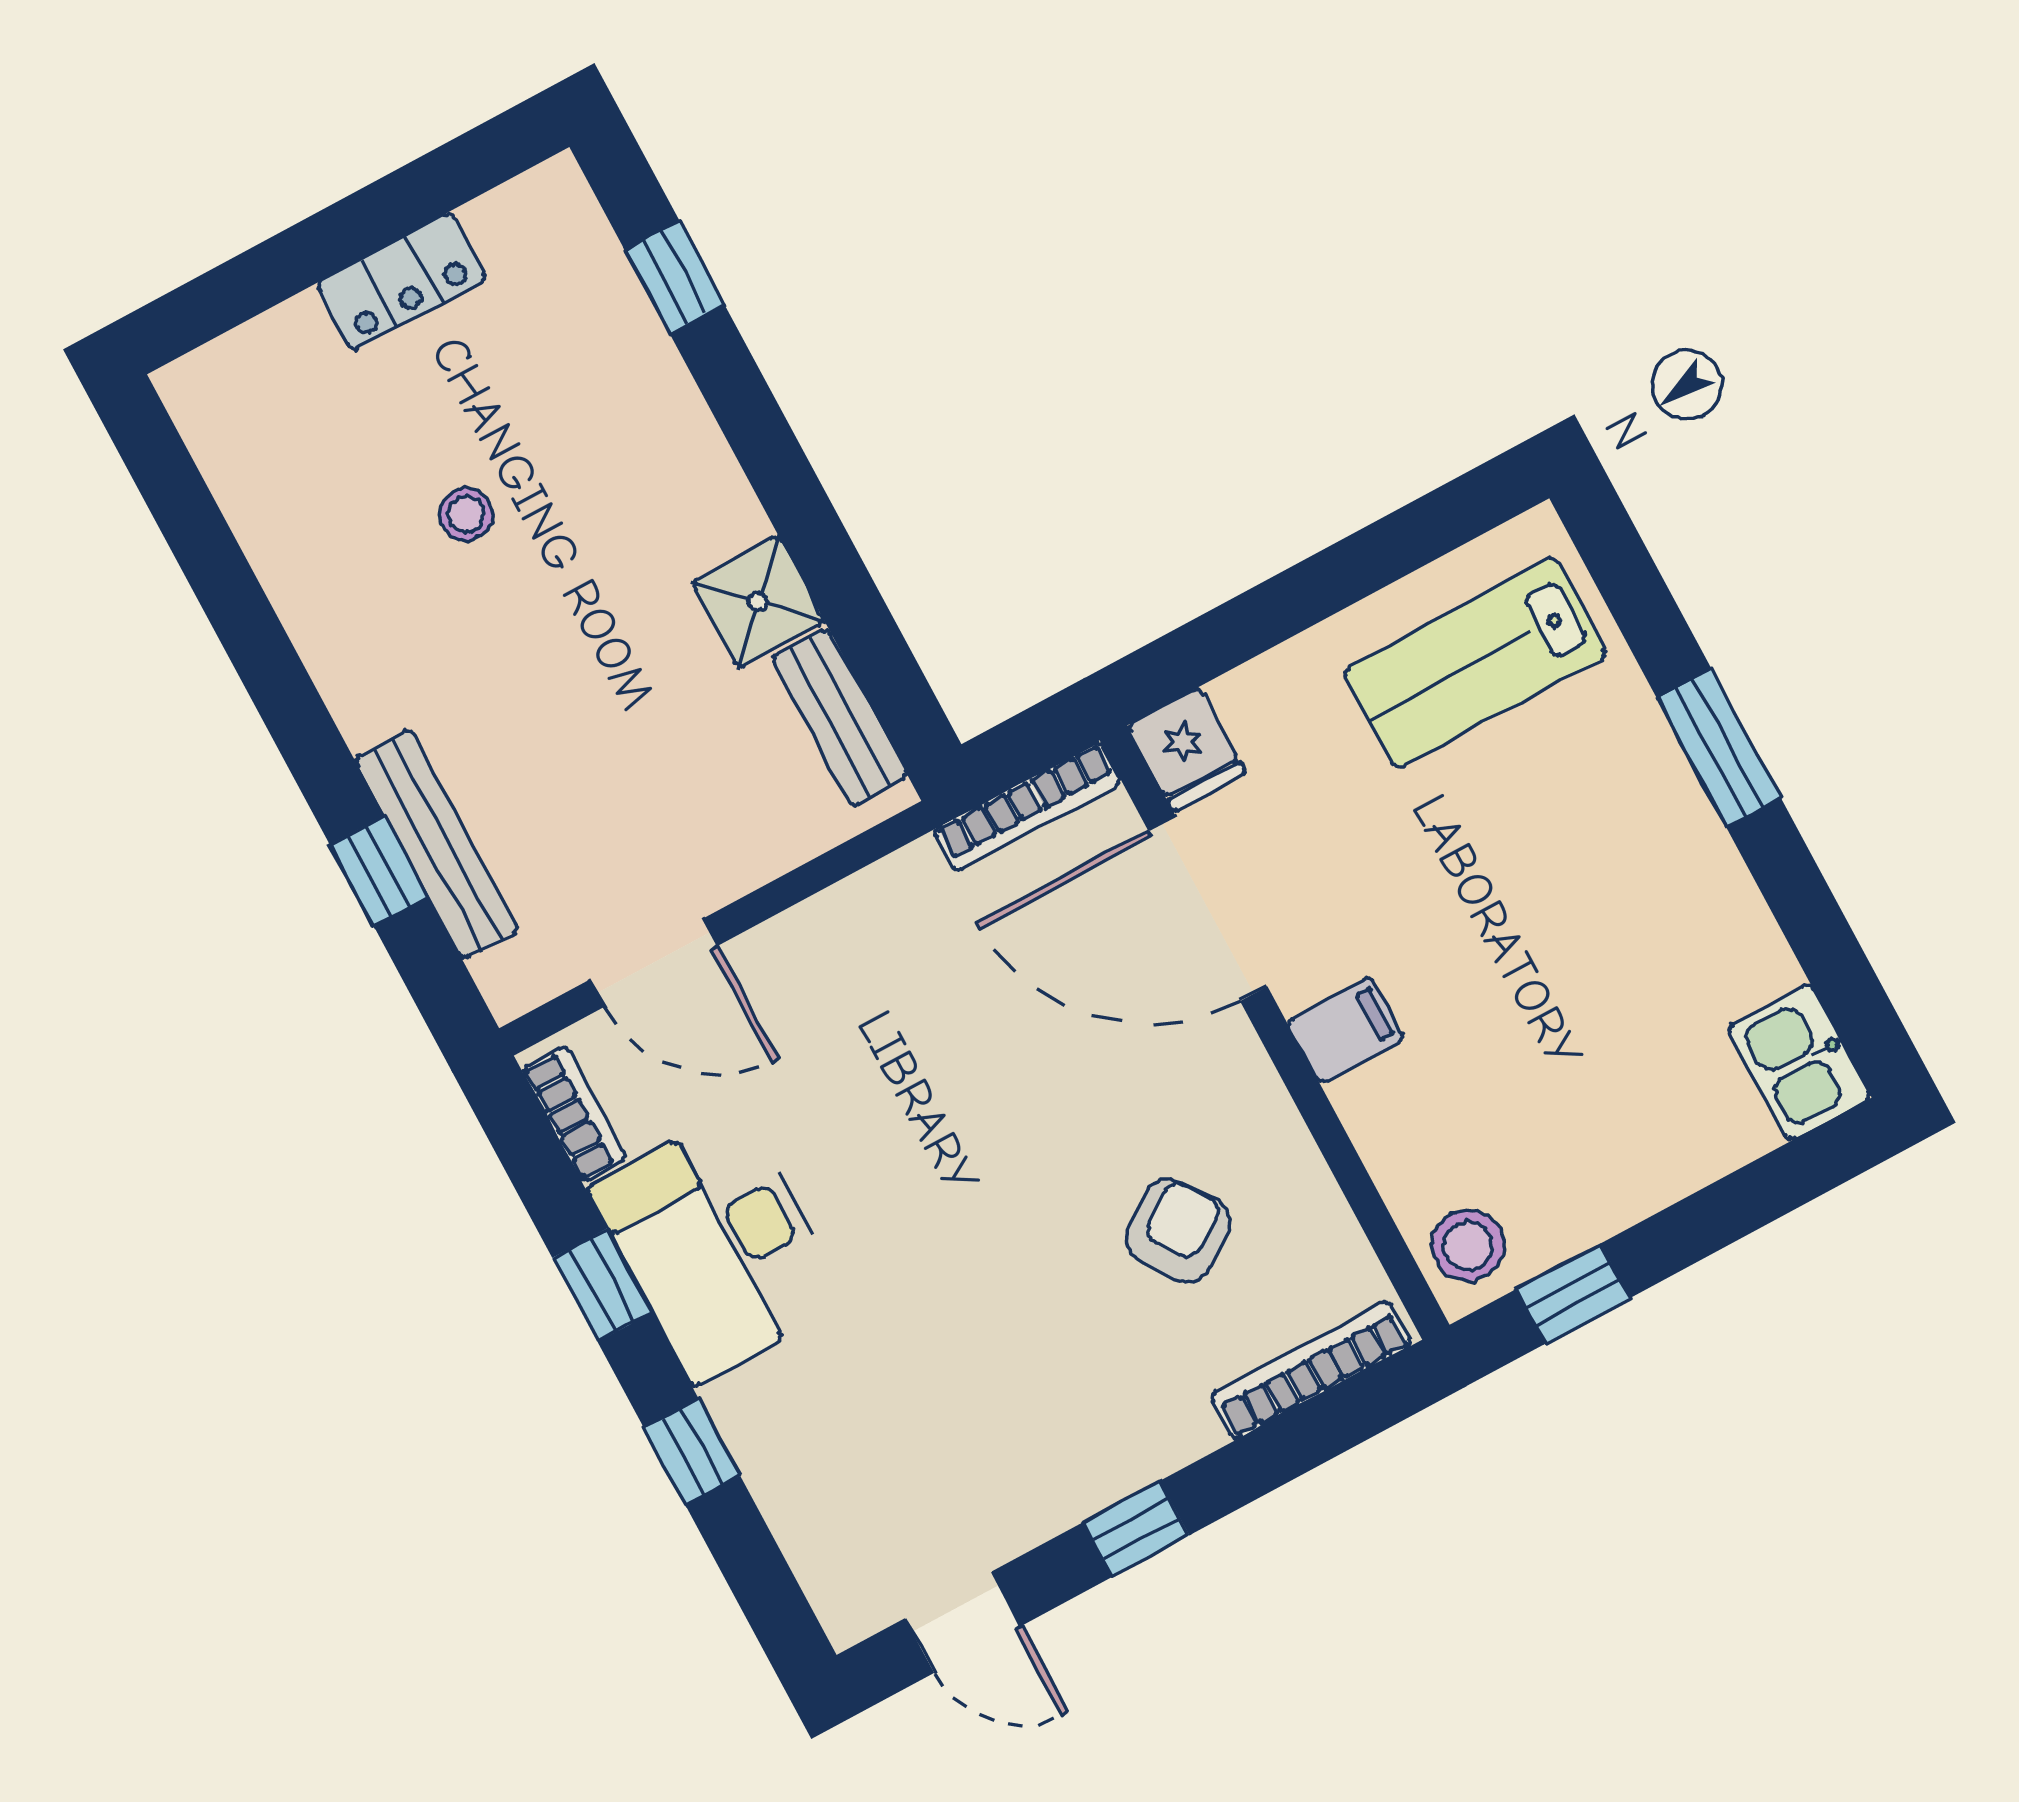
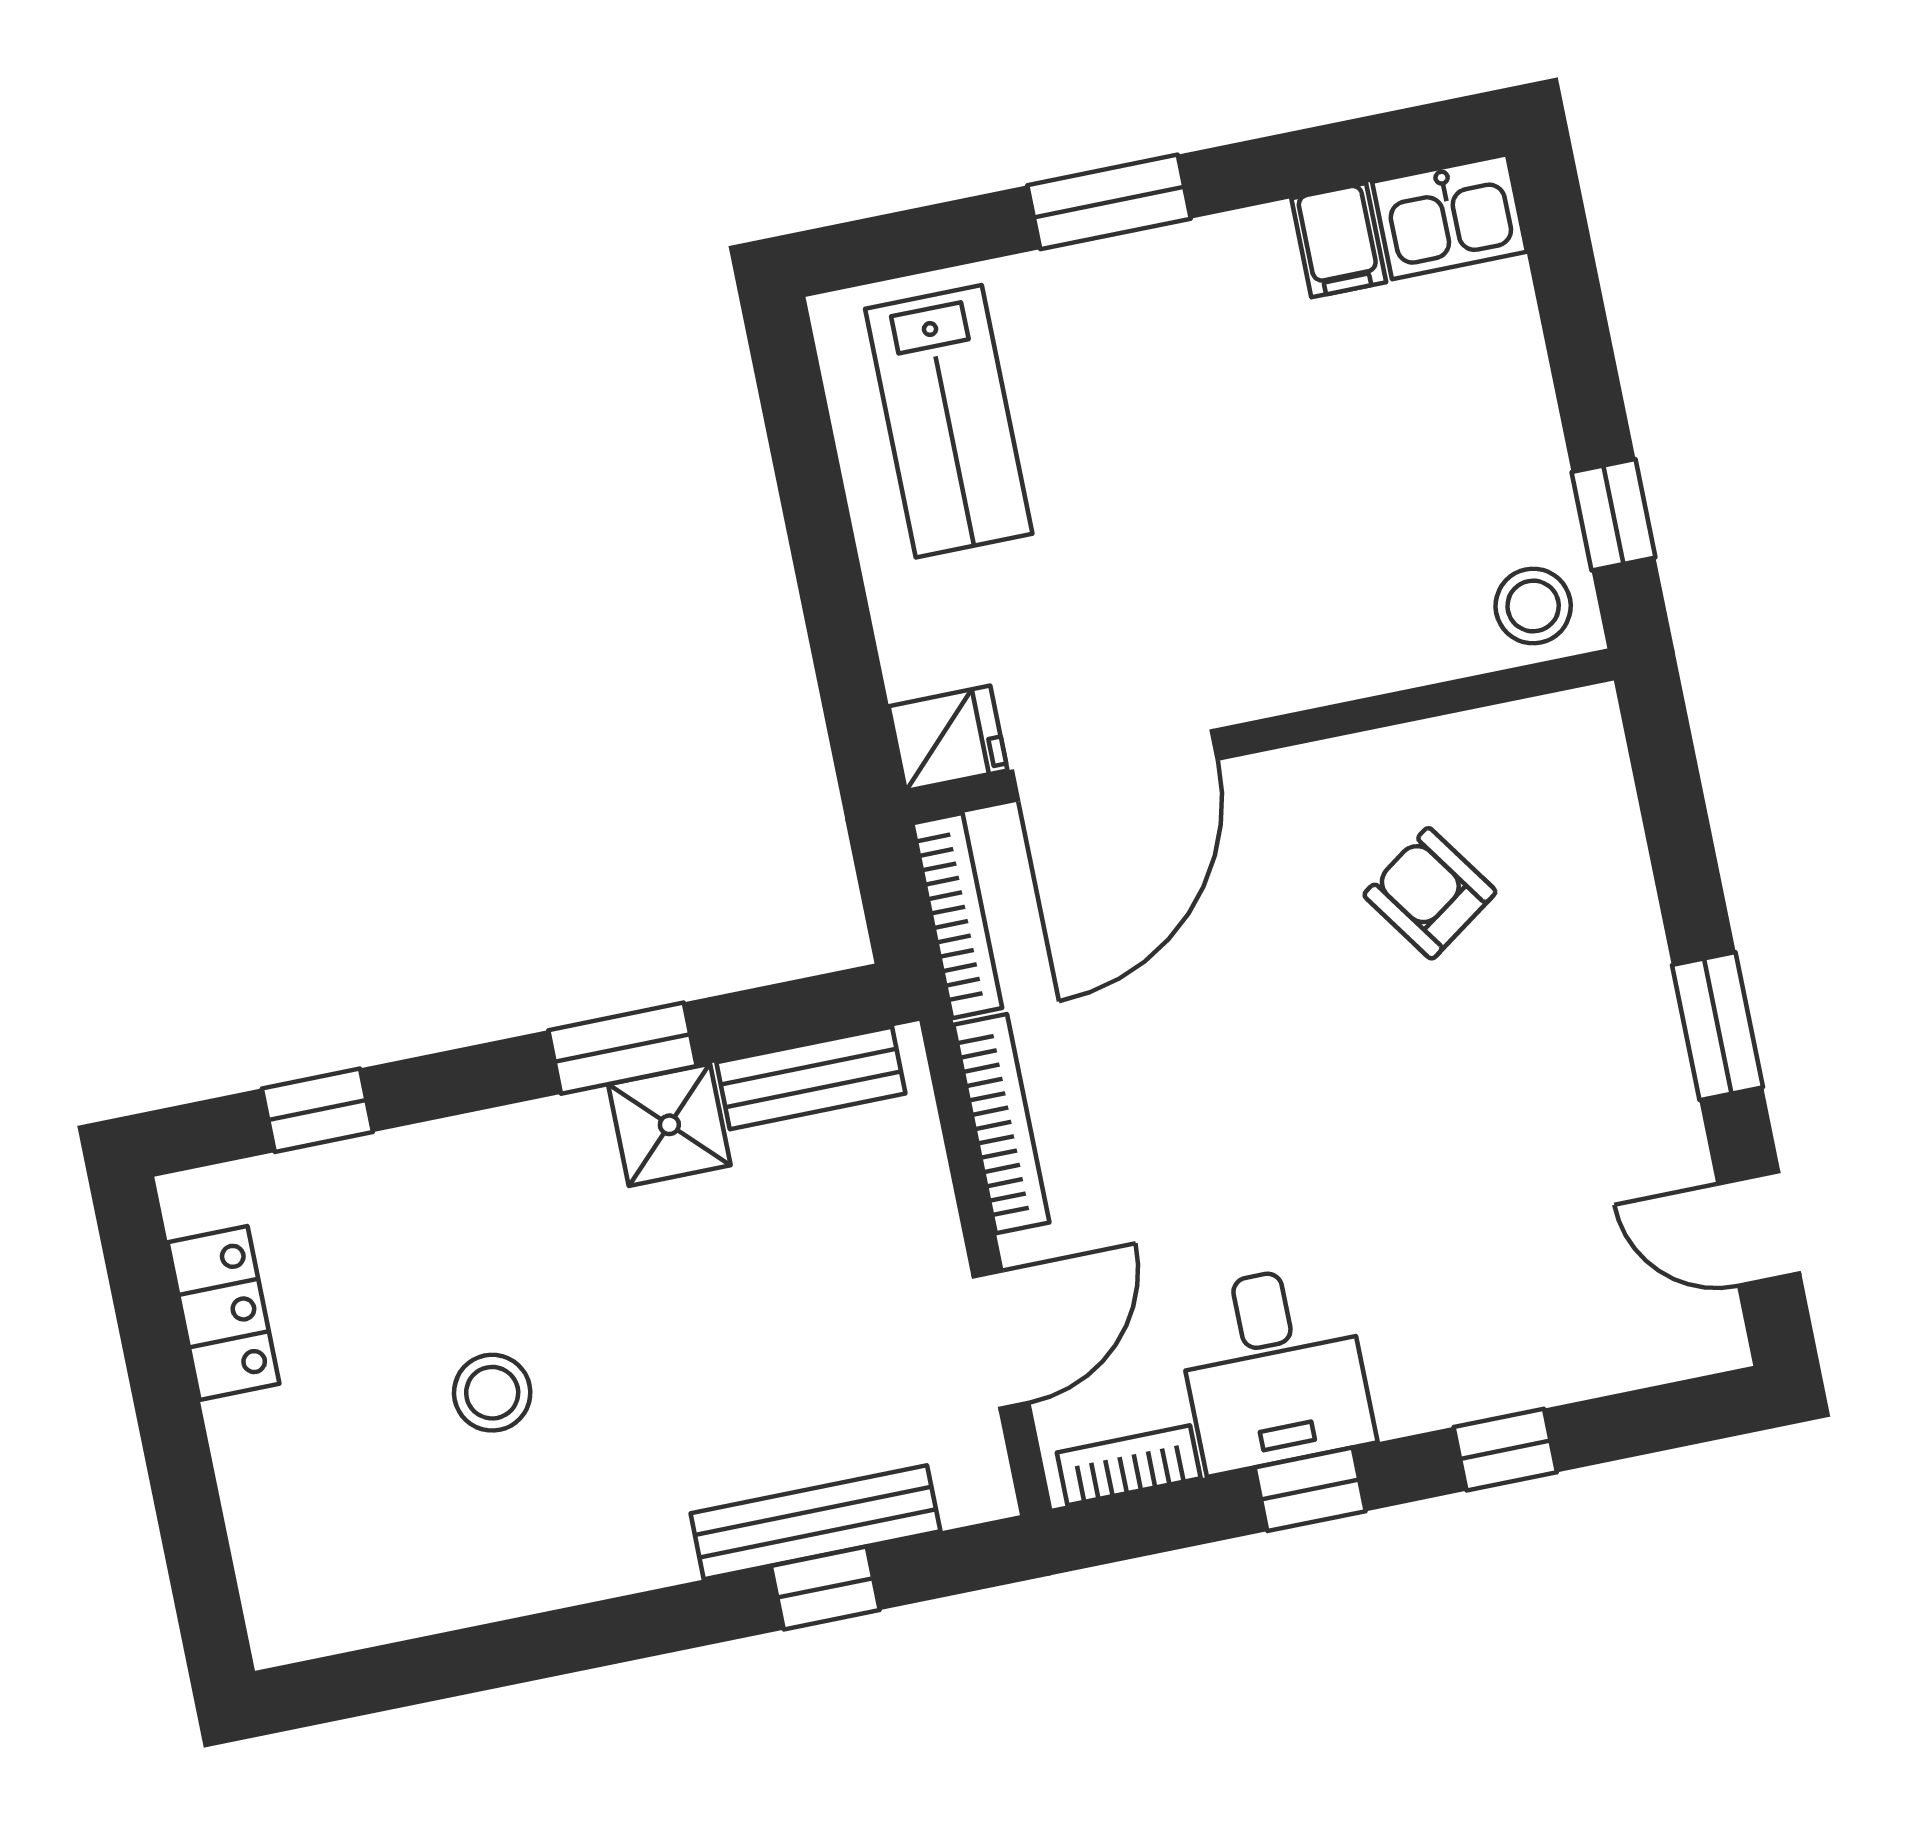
locker: (402, 281) -> (224, 1313), moved
stool: (465, 514) -> (492, 1393), width x1.37, depth x1.37
window: (815, 538) -> (622, 1048), added
filing cabinet: (1346, 1030) -> (1339, 240), moved, turned 180
desk: (718, 1246) -> (1274, 1368), width x0.73
bookcase: (1312, 1370) -> (1001, 1124), moved, turned 180
window: (1136, 1529) -> (1718, 1026), width x1.50
door: (963, 1622) -> (1759, 1229), swing flipped

